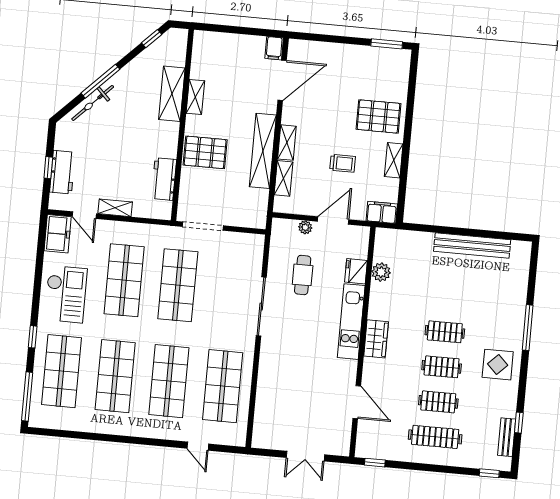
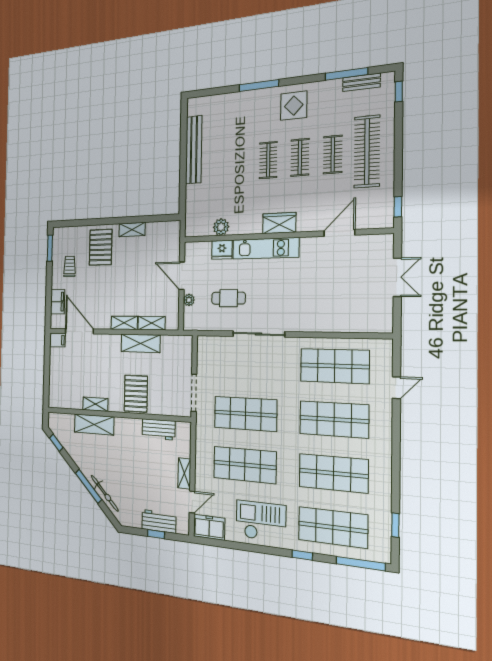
shelving: (263, 151) -> (141, 343), width x0.68
trolley: (343, 163) -> (70, 266), moved
filing cabinet: (382, 212) -> (58, 302), moved, turned 180
window: (519, 423) -> (346, 74), width x2.17
window: (65, 434) -> (395, 525), added
clothes rail: (435, 437) -> (367, 152), width x1.37, depth x1.31

